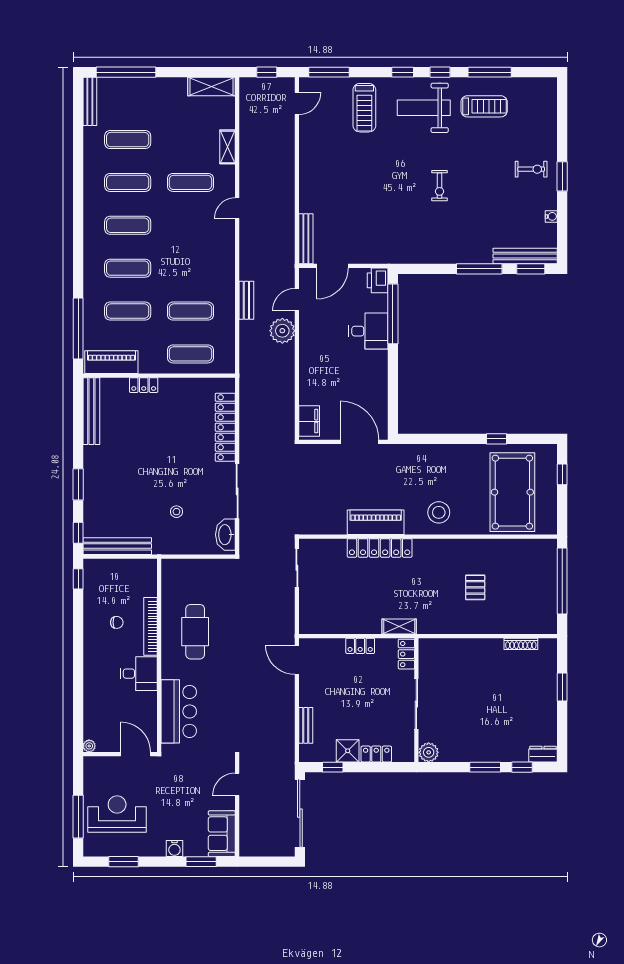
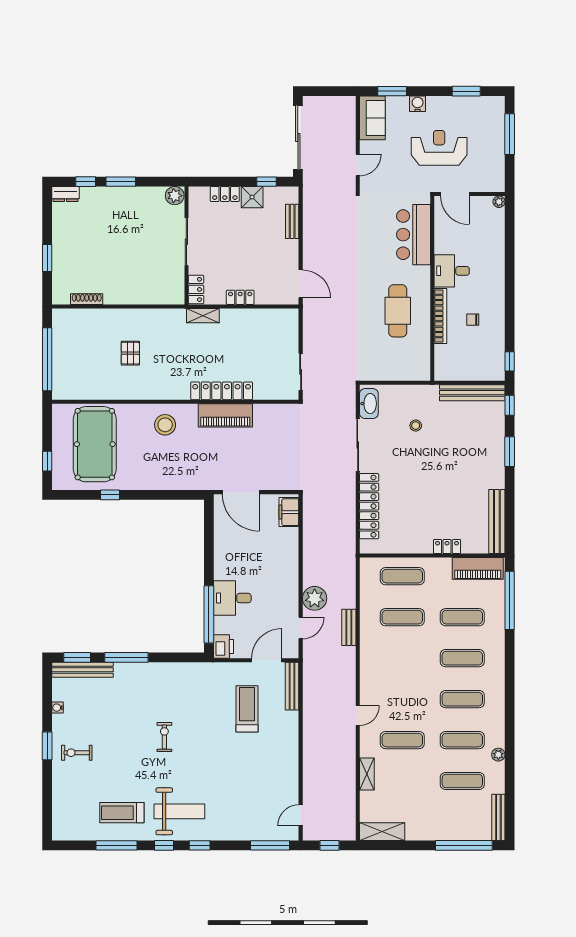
treadmill: (364, 108) -> (247, 709), moved
plant: (90, 167) -> (498, 755), added
reception desk: (117, 814) -> (439, 148), moved, turned 180

